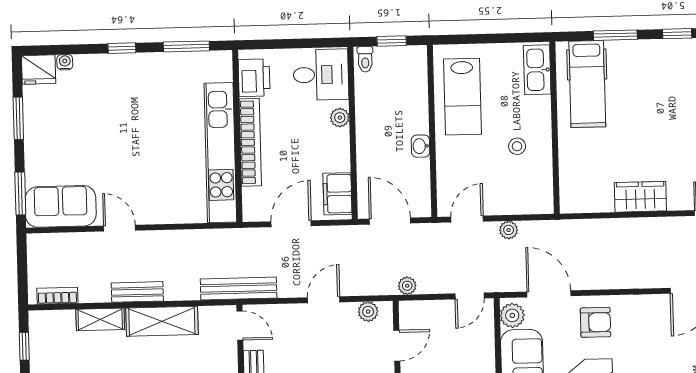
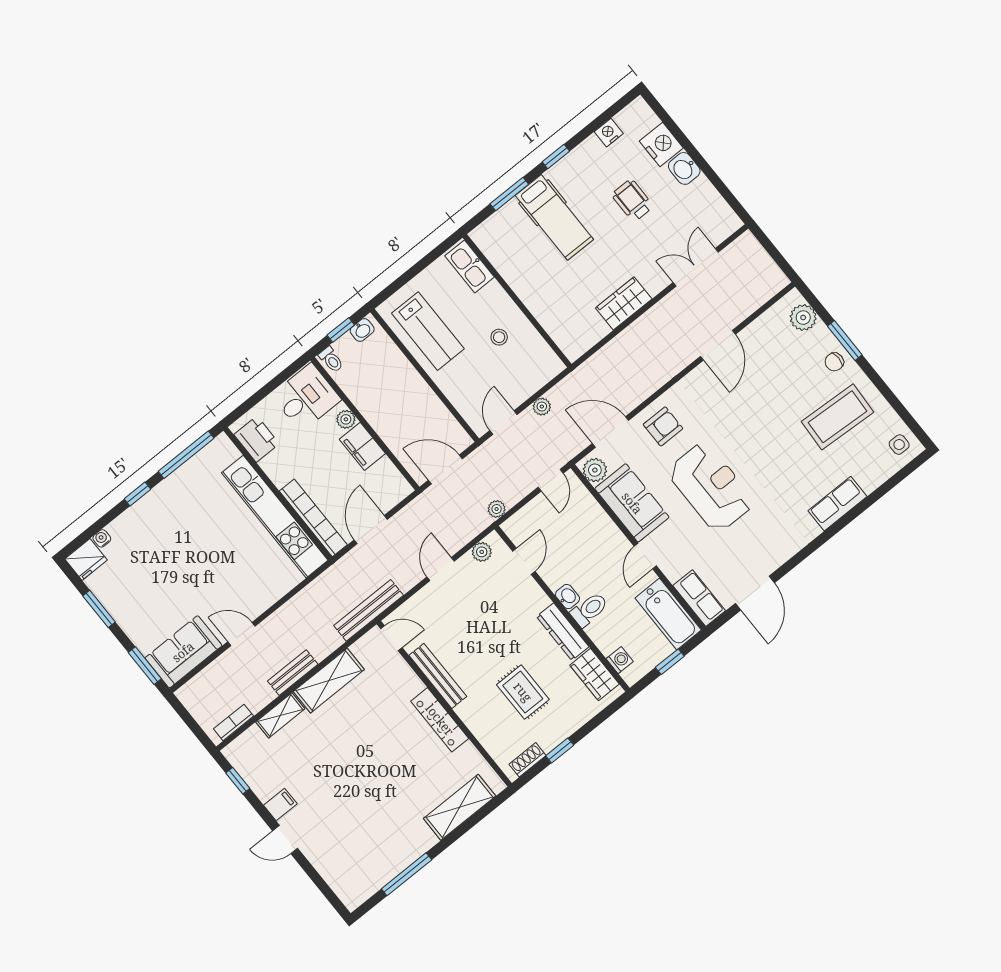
window: (186, 46) -> (186, 455), width x1.44
hospital bed: (587, 84) -> (554, 217), moved
bookcase: (250, 142) -> (313, 518), moved
washbasin: (420, 146) -> (362, 330), moved, turned -90
filing cabinet: (337, 194) -> (362, 446), moved

